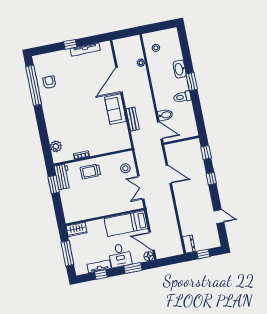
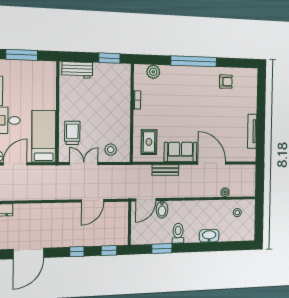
window: (70, 44) -> (261, 115), removed
window: (192, 82) -> (162, 248), moved
window: (34, 85) -> (194, 61), moved
rug: (113, 138) -> (149, 142), added
trolley: (90, 171) -> (72, 133), moved
workbench: (63, 177) -> (77, 70), moved
door: (219, 217) -> (28, 253), width x1.87
wardrobe: (77, 229) -> (49, 73), removed

